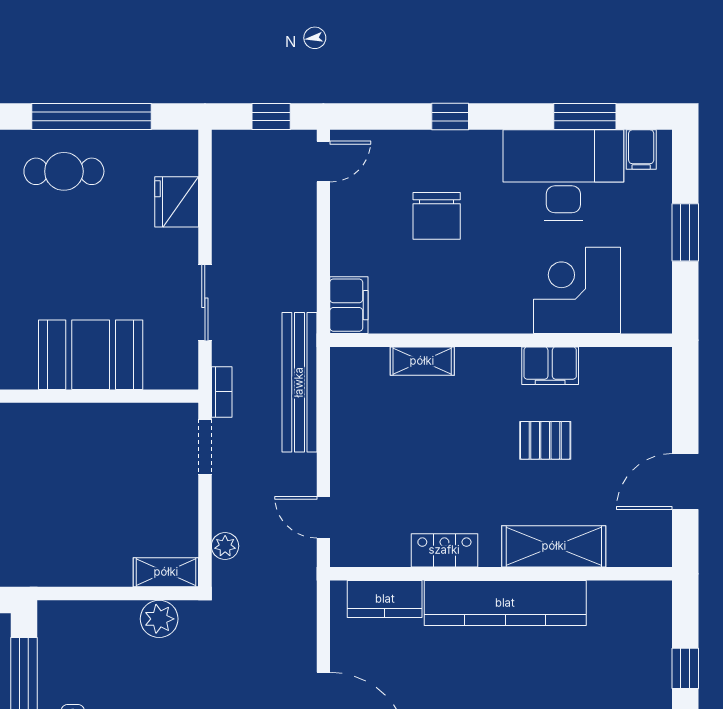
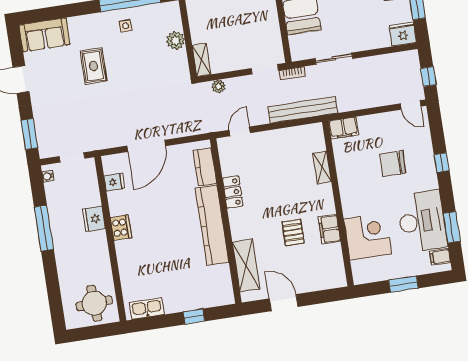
fridge: (177, 202) -> (403, 34), moved
shelving: (554, 546) -> (246, 265), moved
plant: (159, 619) -> (176, 40), moved

